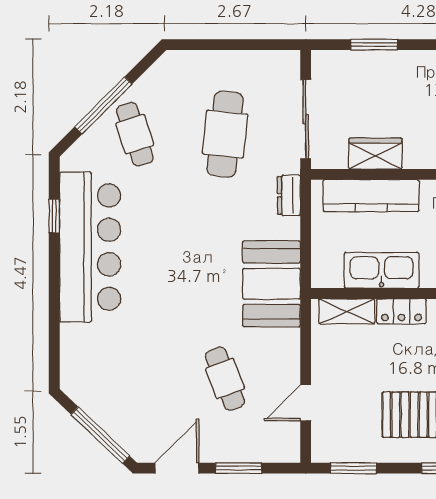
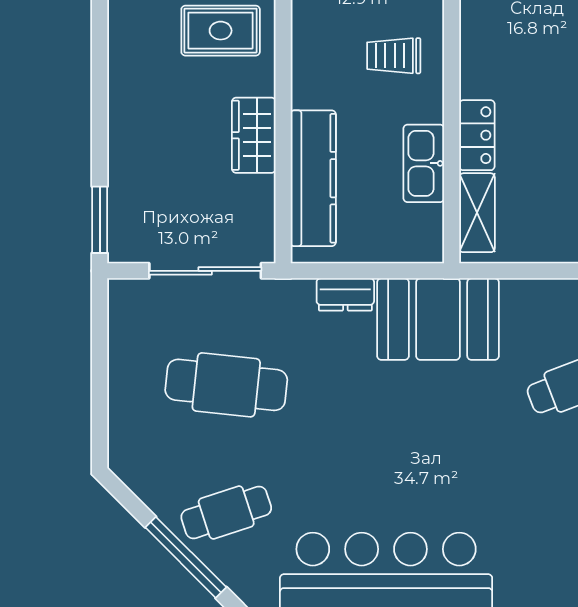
window: (374, 45) -> (100, 220), moved
wardrobe: (375, 154) -> (254, 135), moved
dresser: (289, 195) -> (345, 294), moved
kitchen sink: (382, 270) -> (424, 163), width x0.73, depth x0.81

